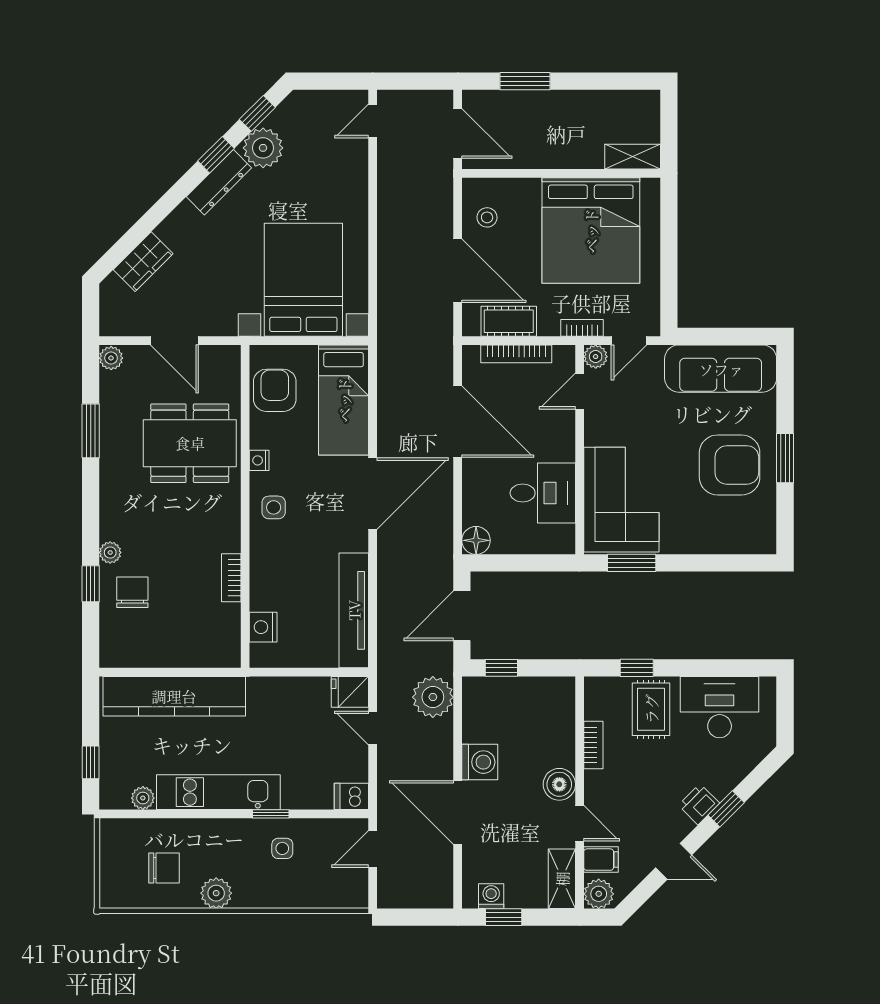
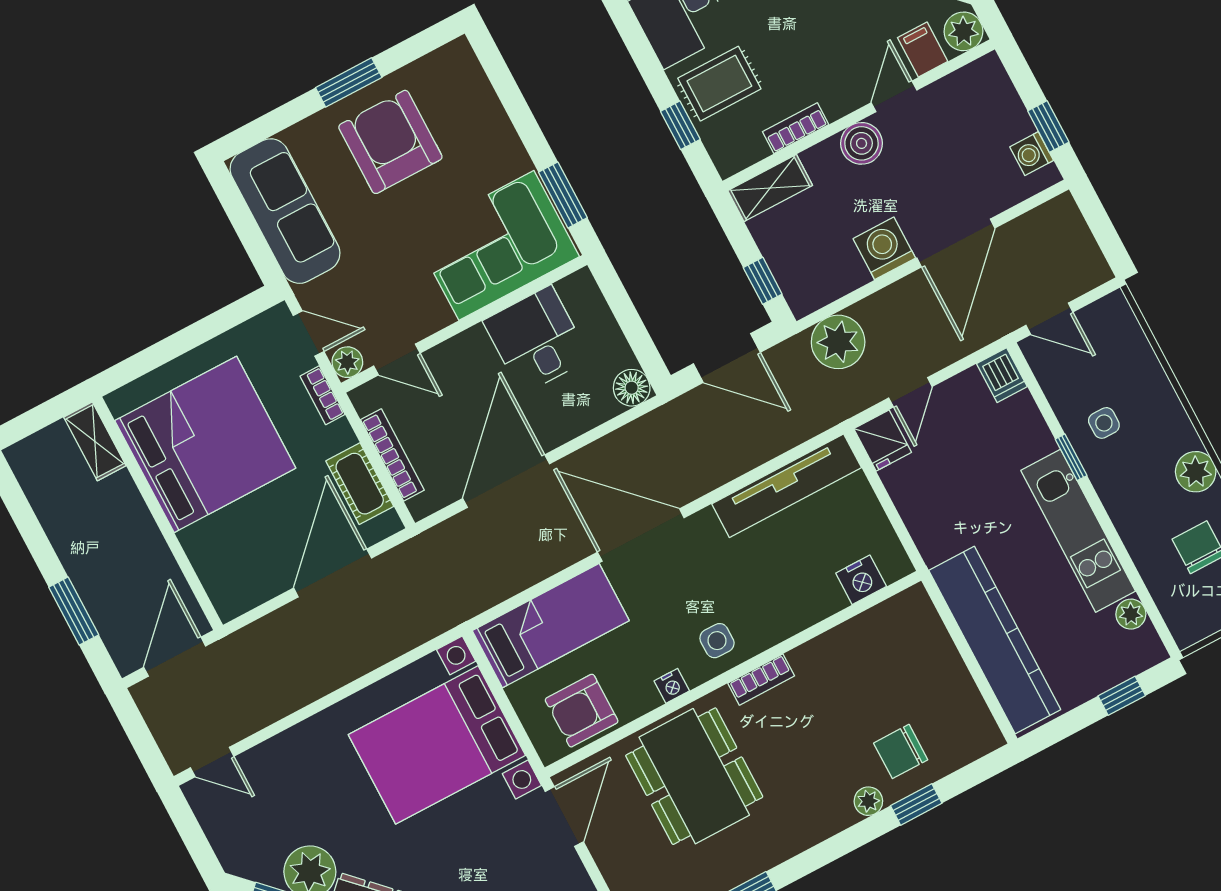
stool: (487, 217) -> (253, 572), removed
door: (174, 341) -> (564, 817), moved
bookcase: (231, 578) -> (761, 680), moved
shelving: (562, 879) -> (770, 188), moved

